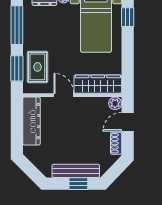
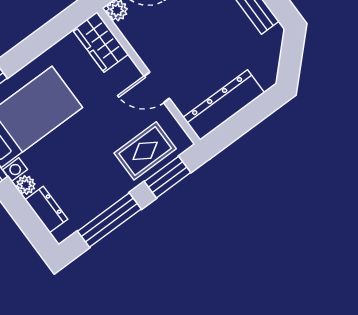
wardrobe: (98, 84) -> (100, 42), width x0.67
door: (64, 95) -> (157, 87), hinge flipped

